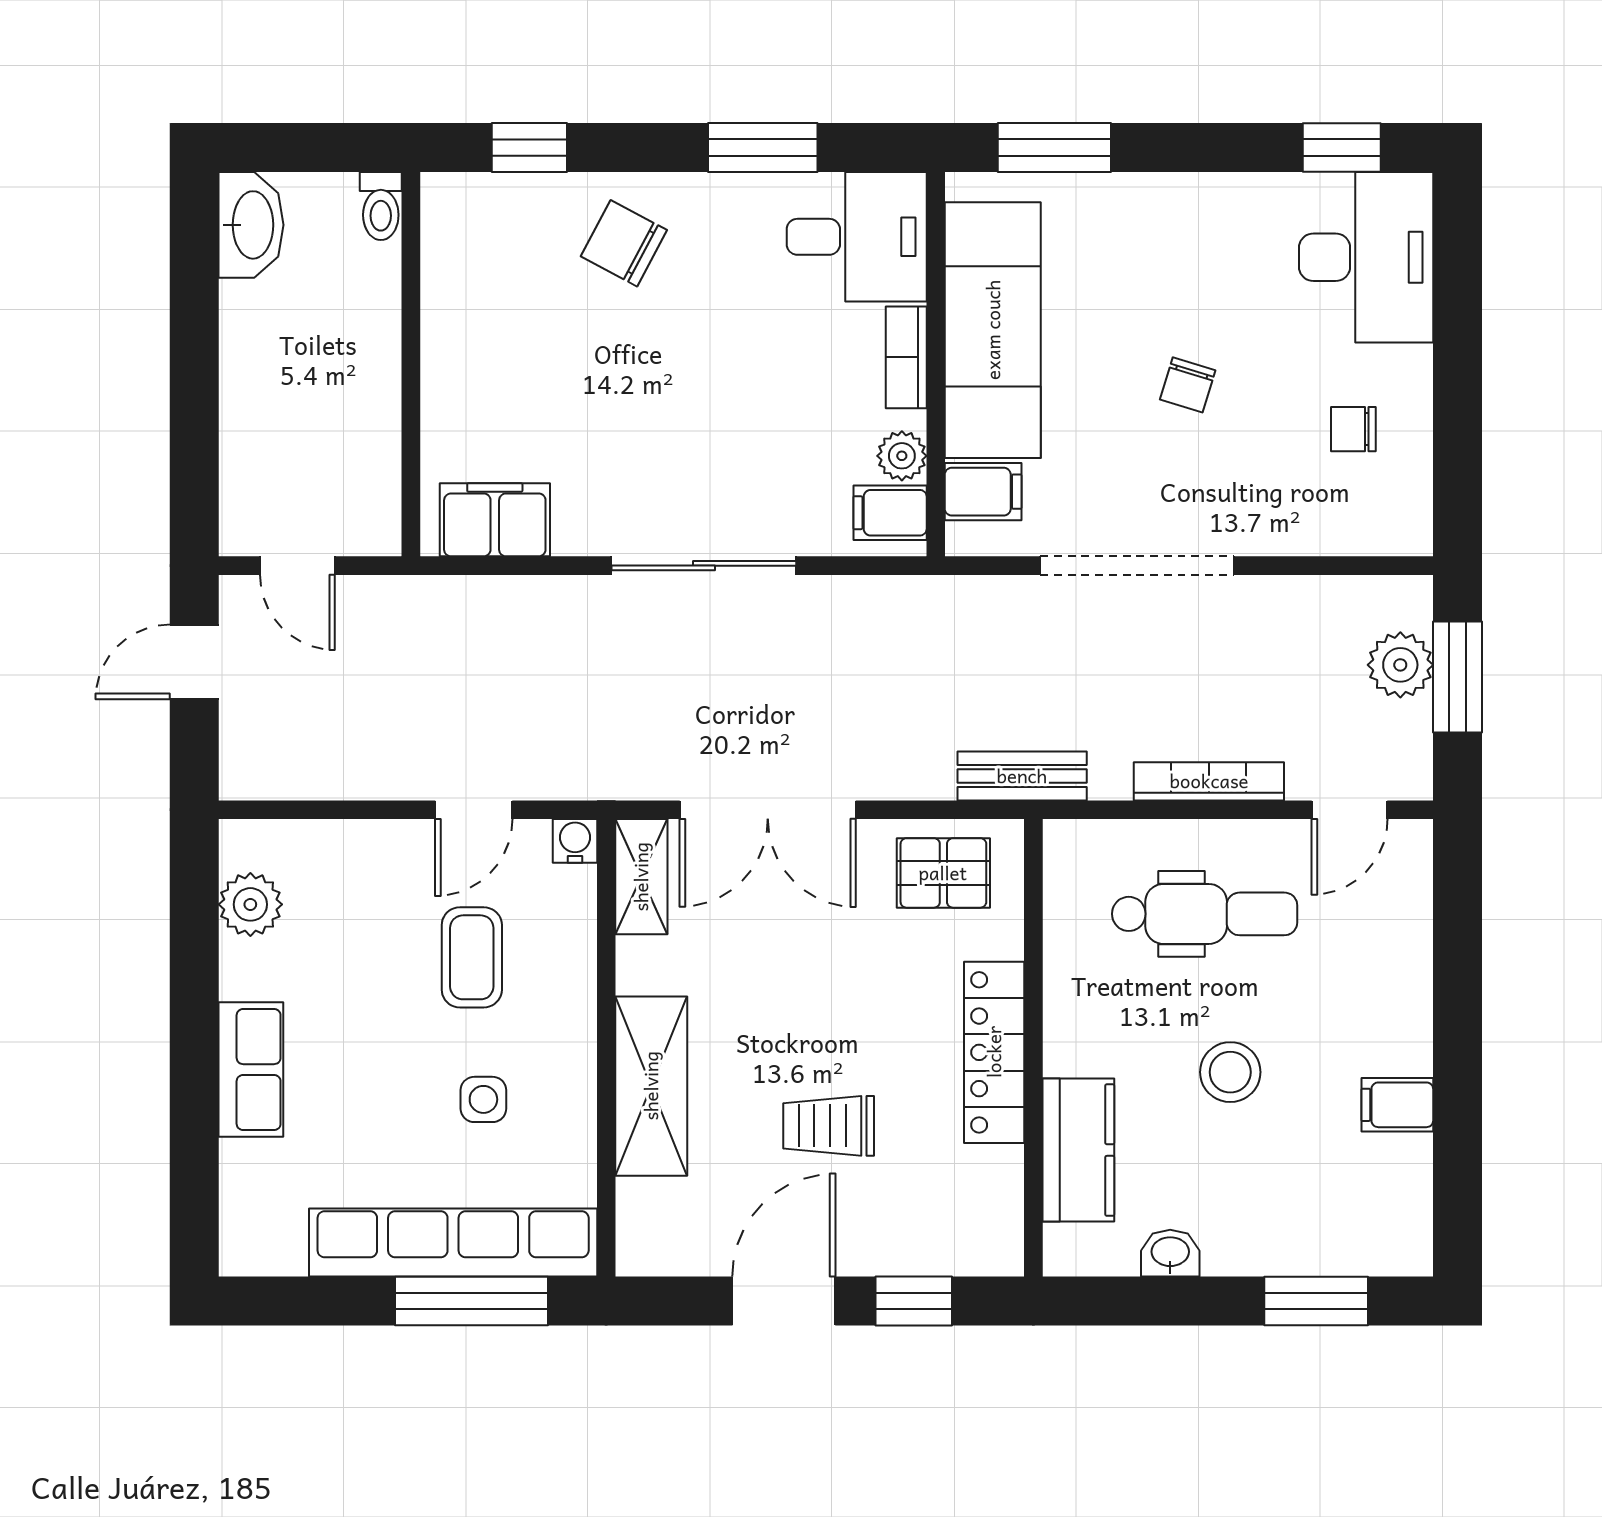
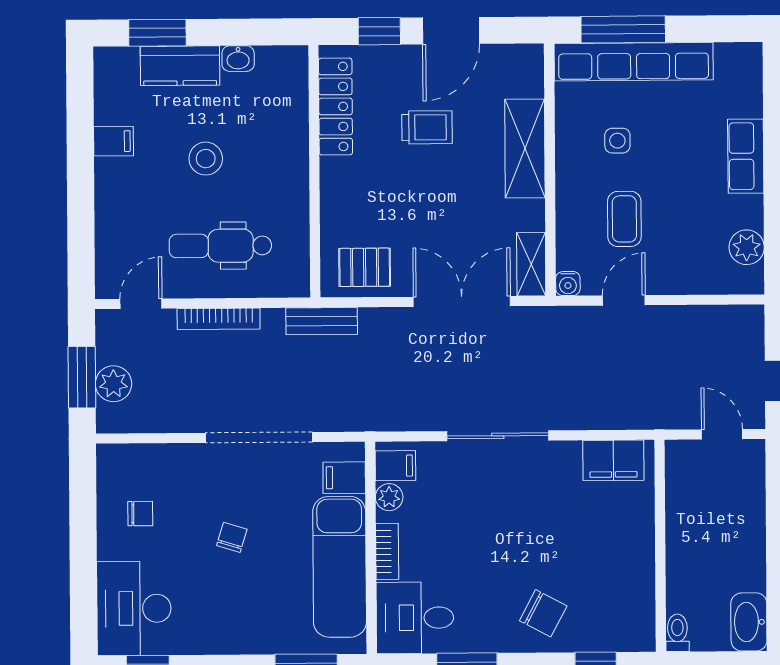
locker: (994, 1052) -> (336, 106), moved
kitchen counter: (1078, 1150) -> (180, 66), moved, turned -90

